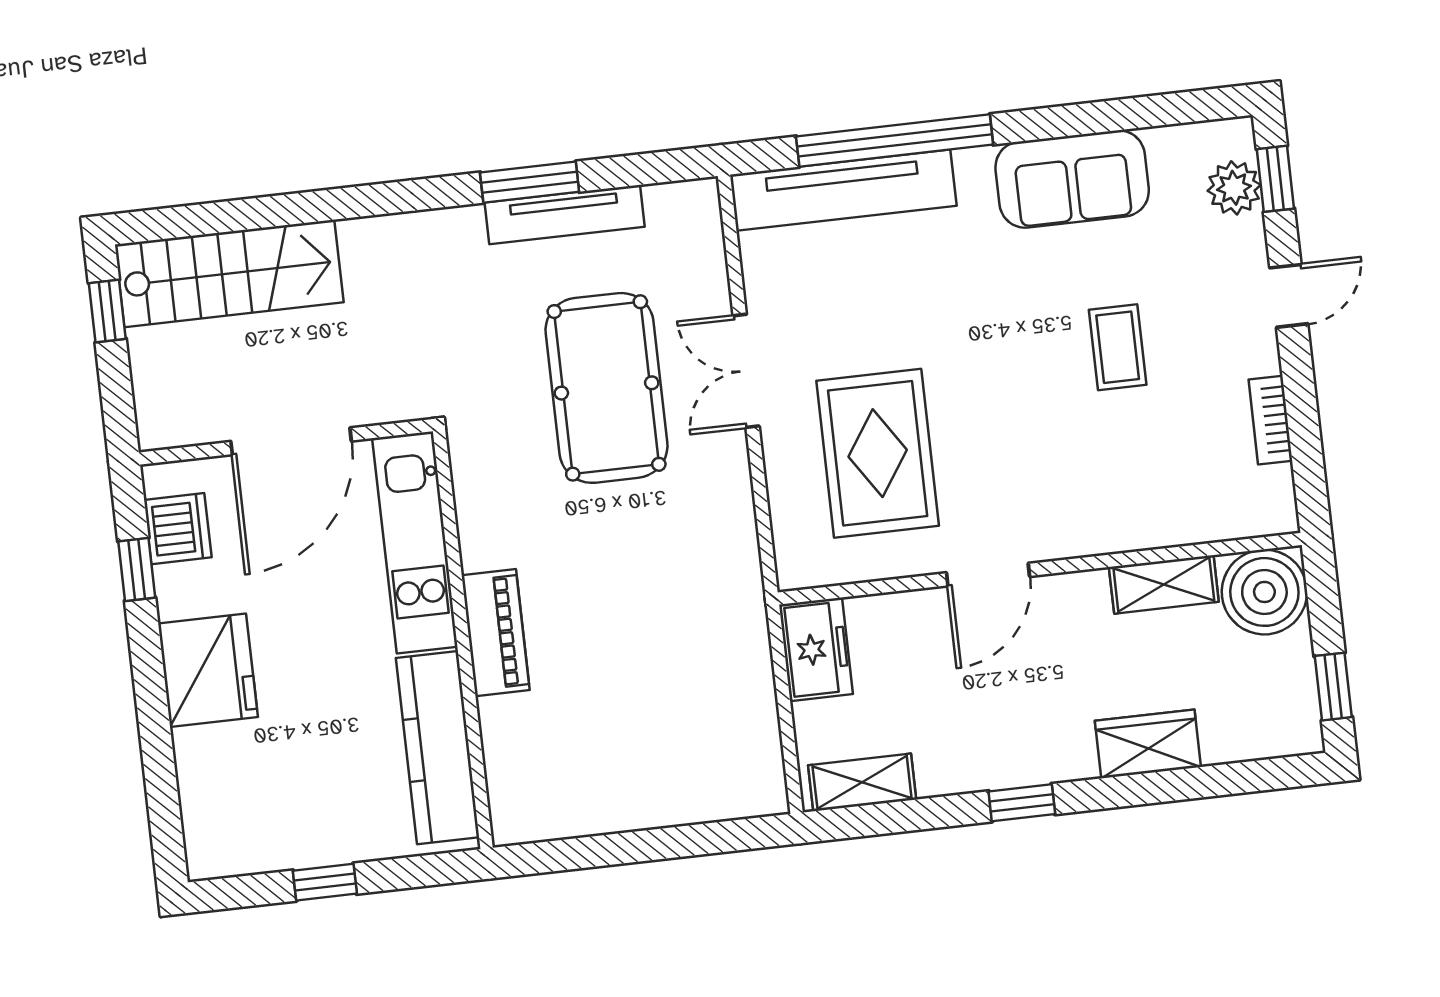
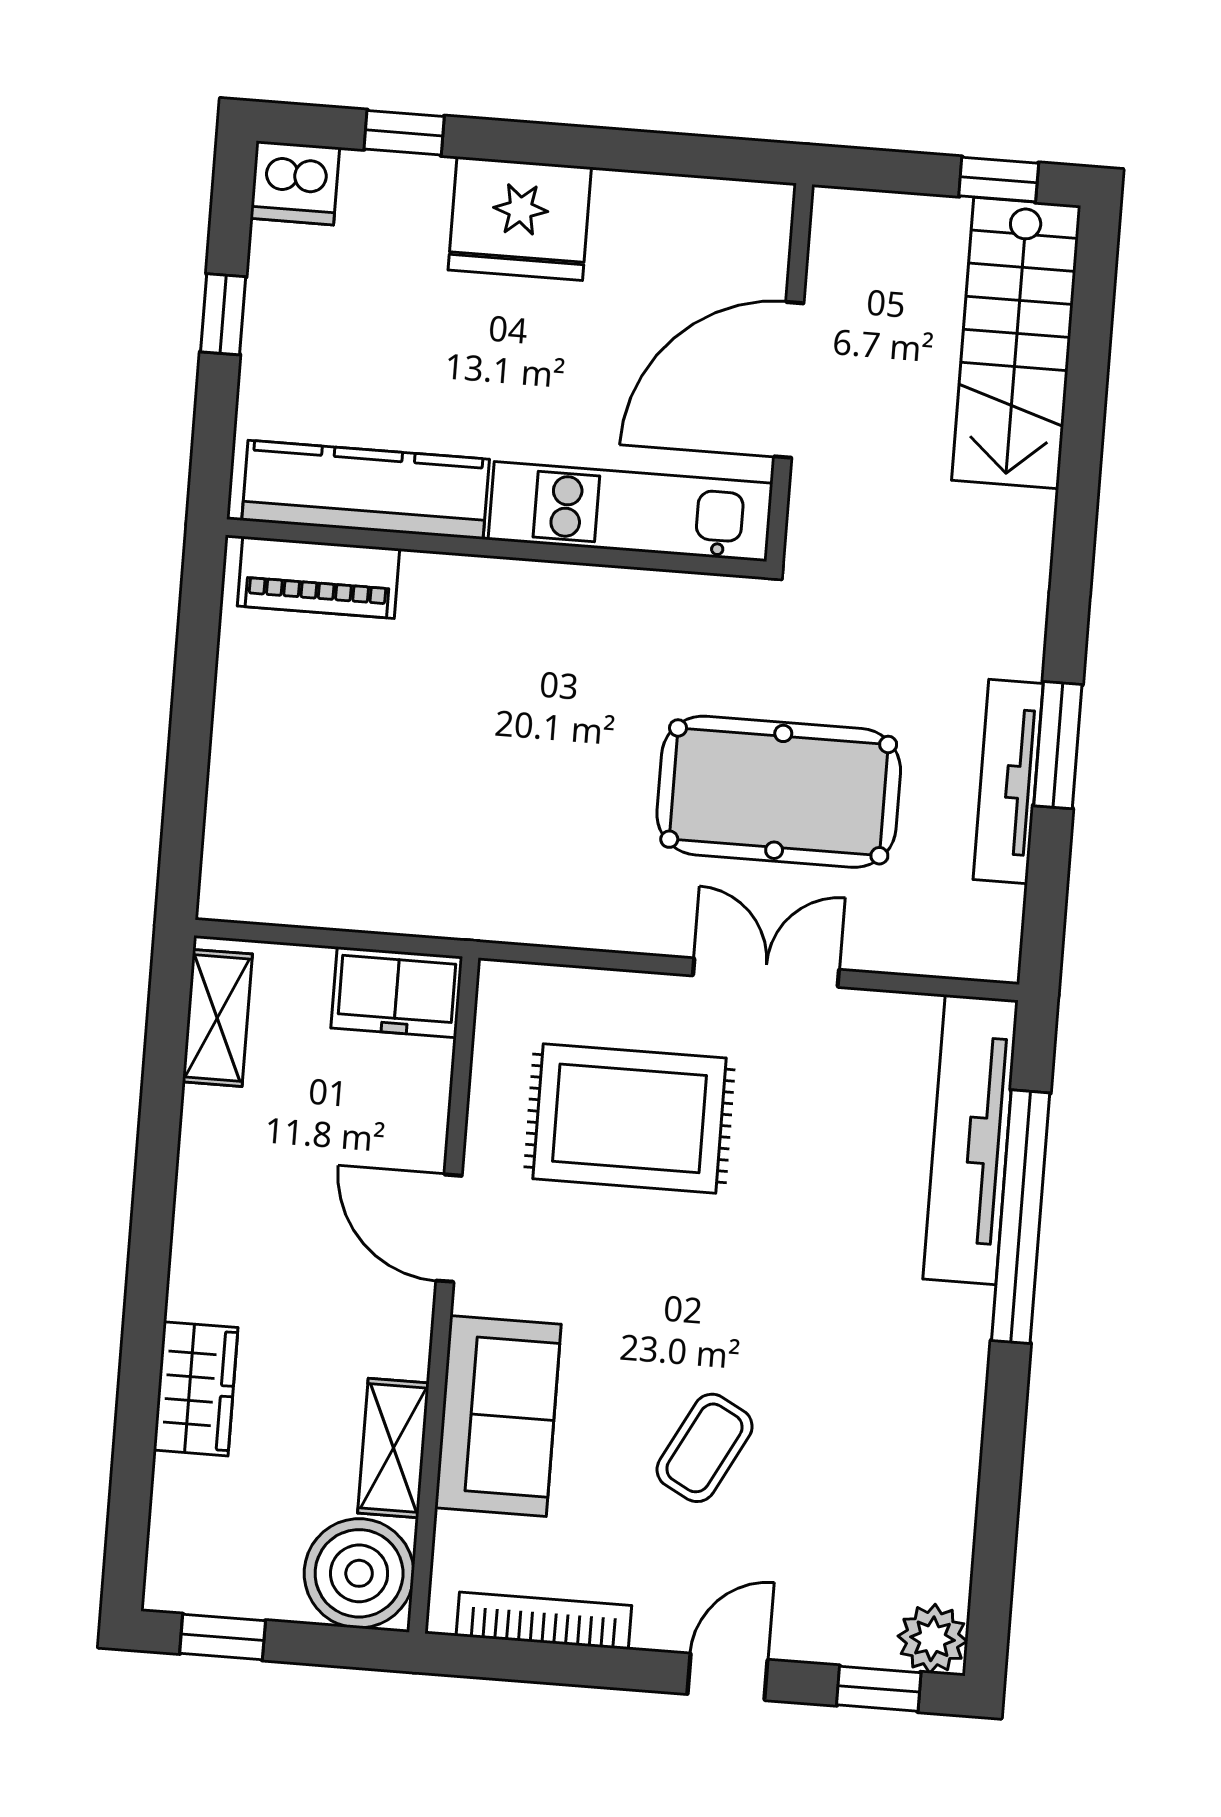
sofa: (1072, 179) -> (498, 1416), moved, turned 180
plant: (1234, 188) -> (932, 1639), moved
door: (1289, 296) -> (728, 1677), swing flipped
coffee table: (1118, 347) -> (705, 1448), turned -62
bookcase: (1270, 420) -> (544, 1621), width x1.56
door: (291, 441) -> (789, 380), hinge flipped
dishwasher: (178, 529) -> (295, 183), moved
window: (137, 569) -> (404, 133), moved
piano: (496, 633) -> (319, 577), moved
window: (1022, 803) -> (152, 1215), removed

